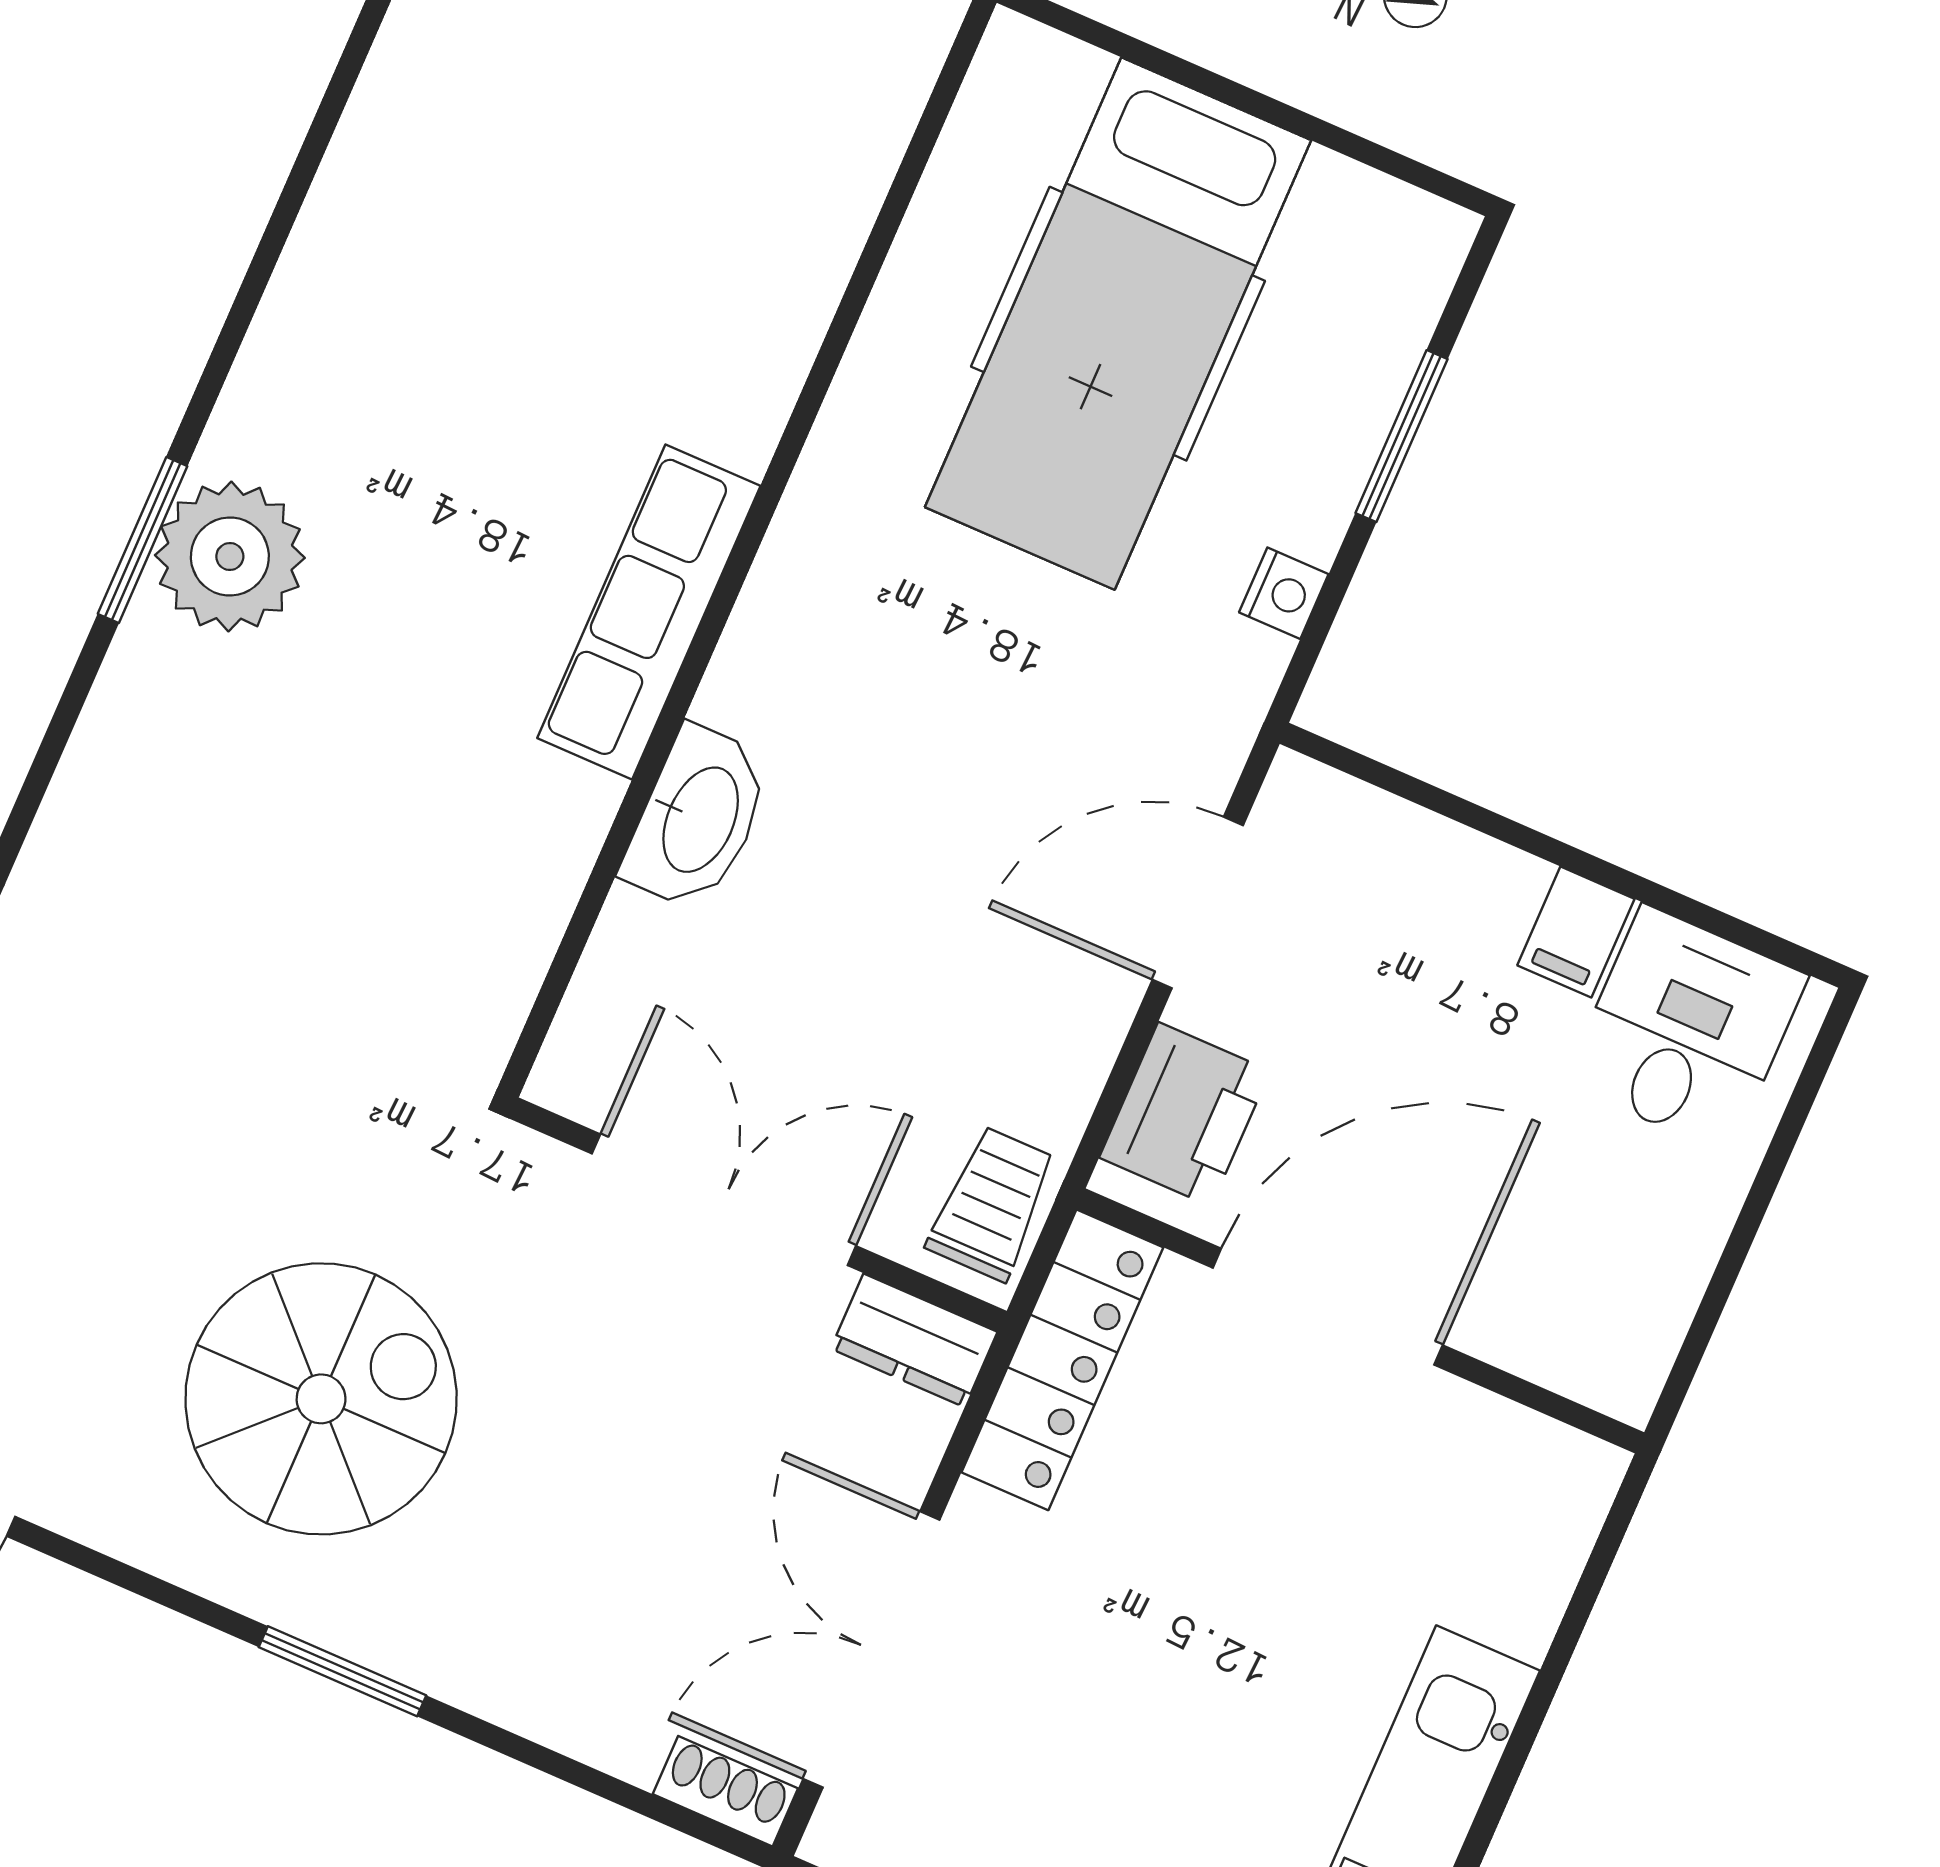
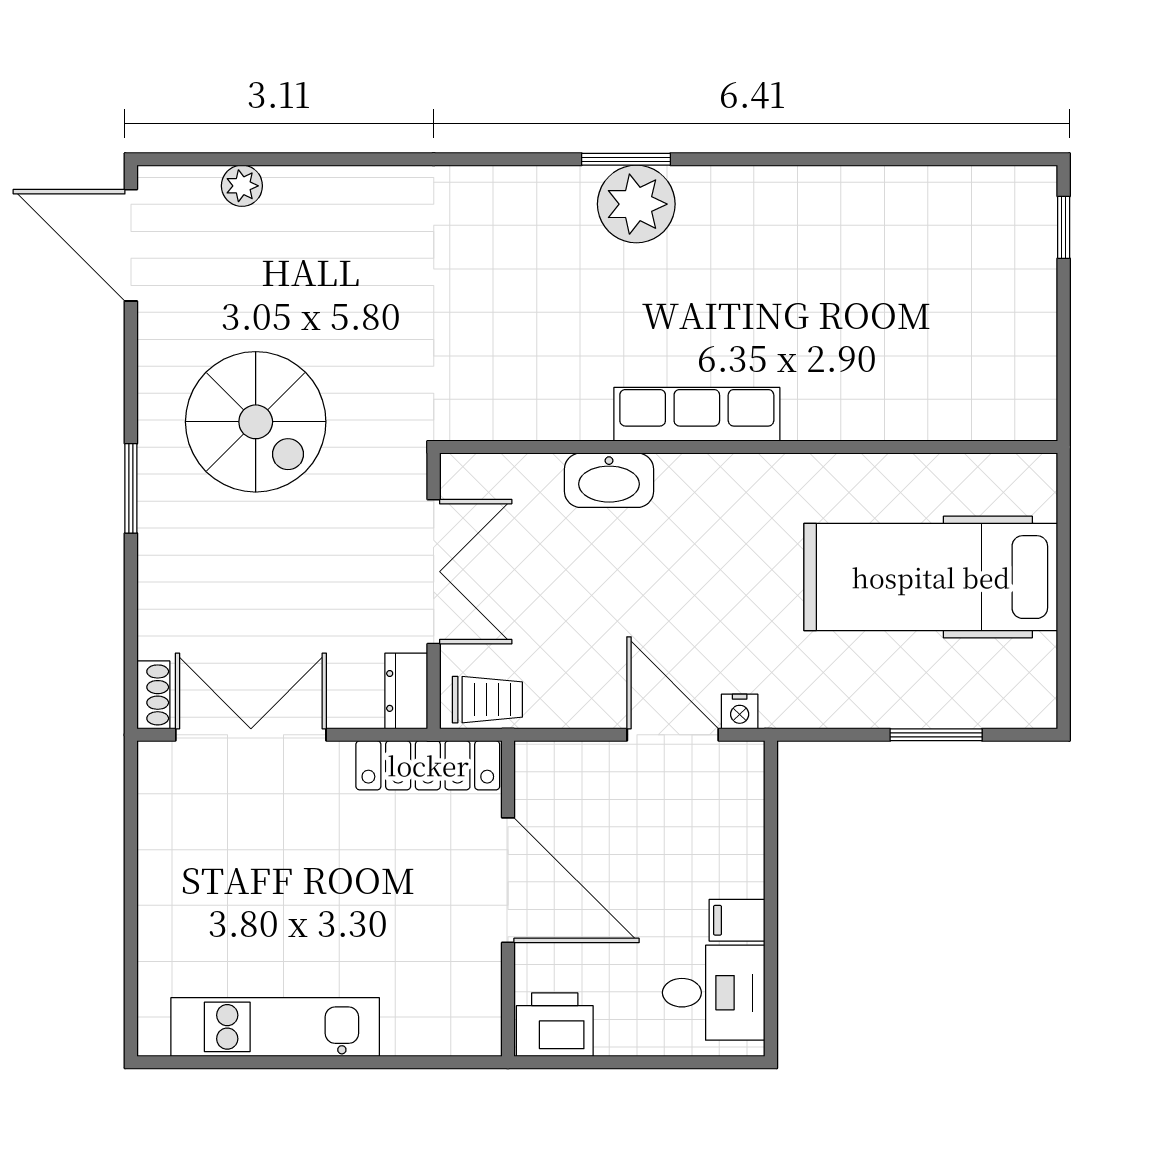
nightstand: (1284, 593) -> (740, 711), moved
printer: (1185, 1114) -> (555, 1025), moved, turned 180

